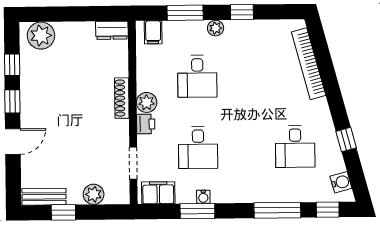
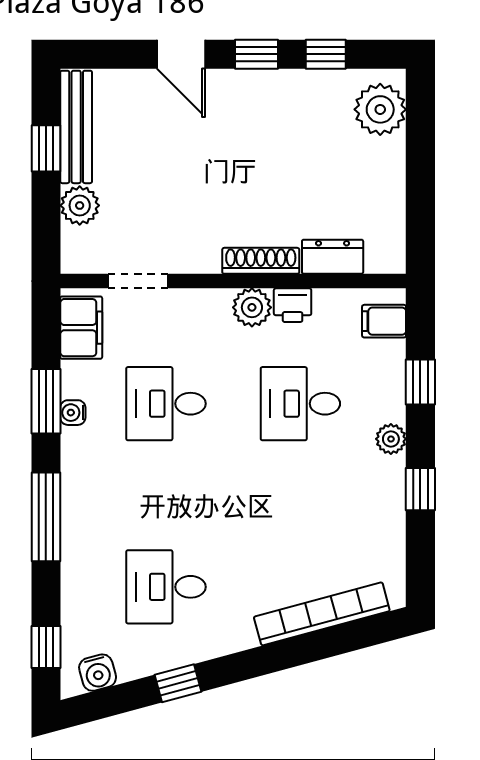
window: (185, 13) -> (420, 382), width x0.67
dresser: (112, 30) -> (333, 257), moved, turned 90
printer: (146, 124) -> (293, 305), moved
bench: (44, 197) -> (76, 127), width x1.36
window: (277, 210) -> (46, 517), moved

